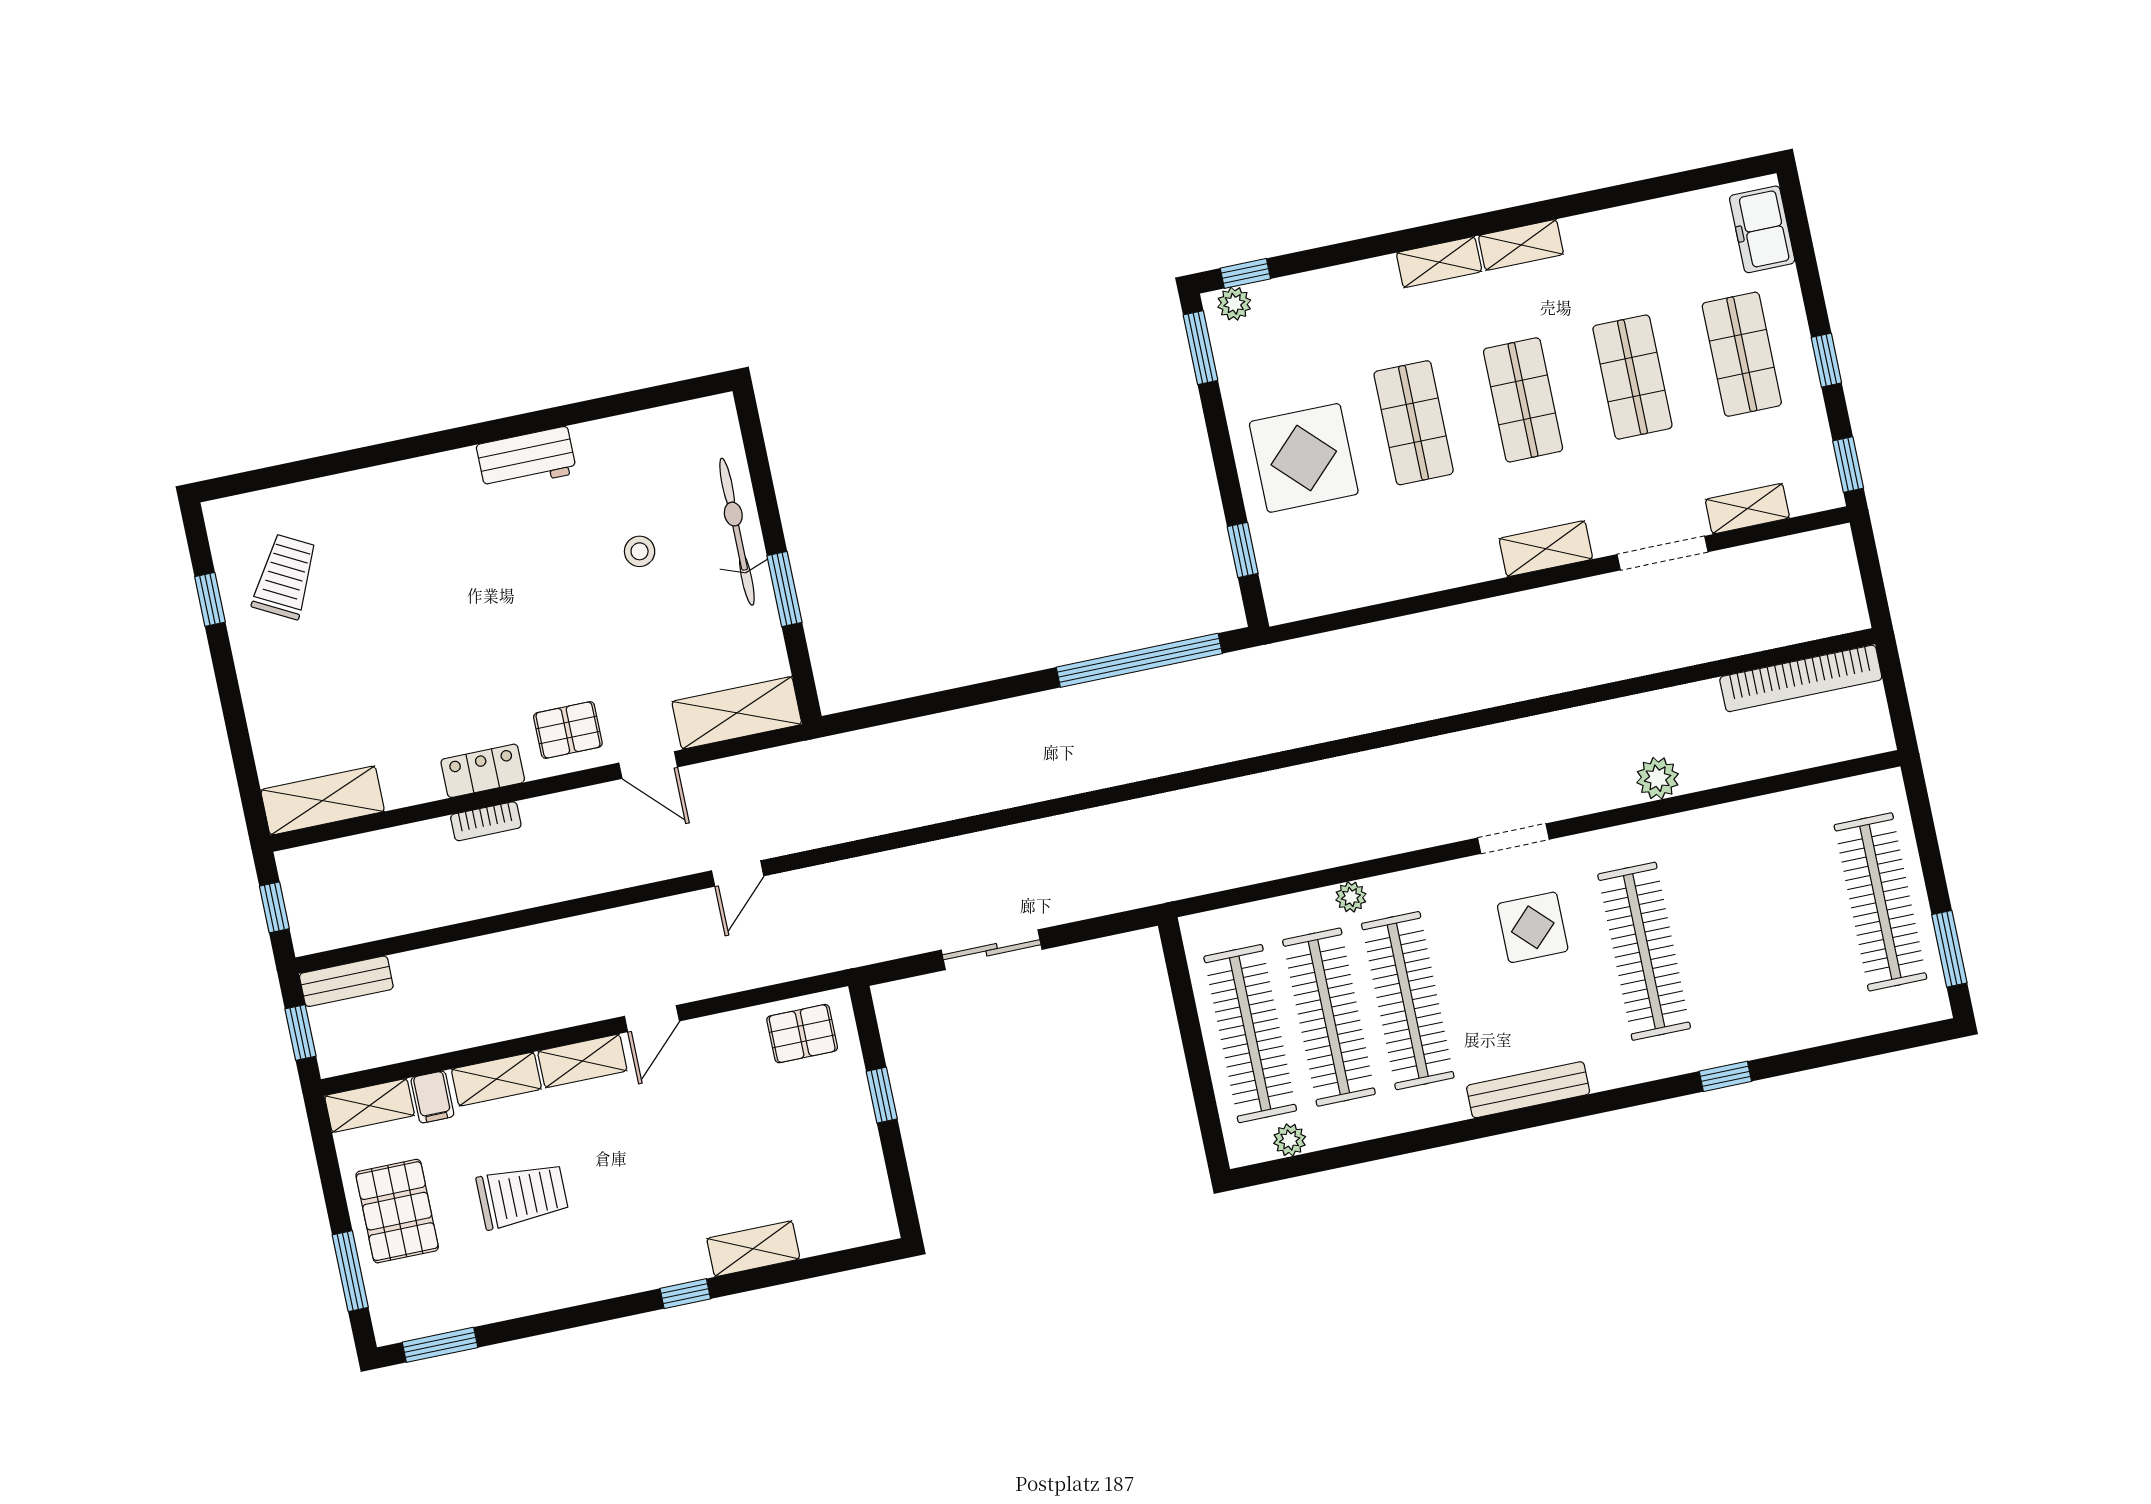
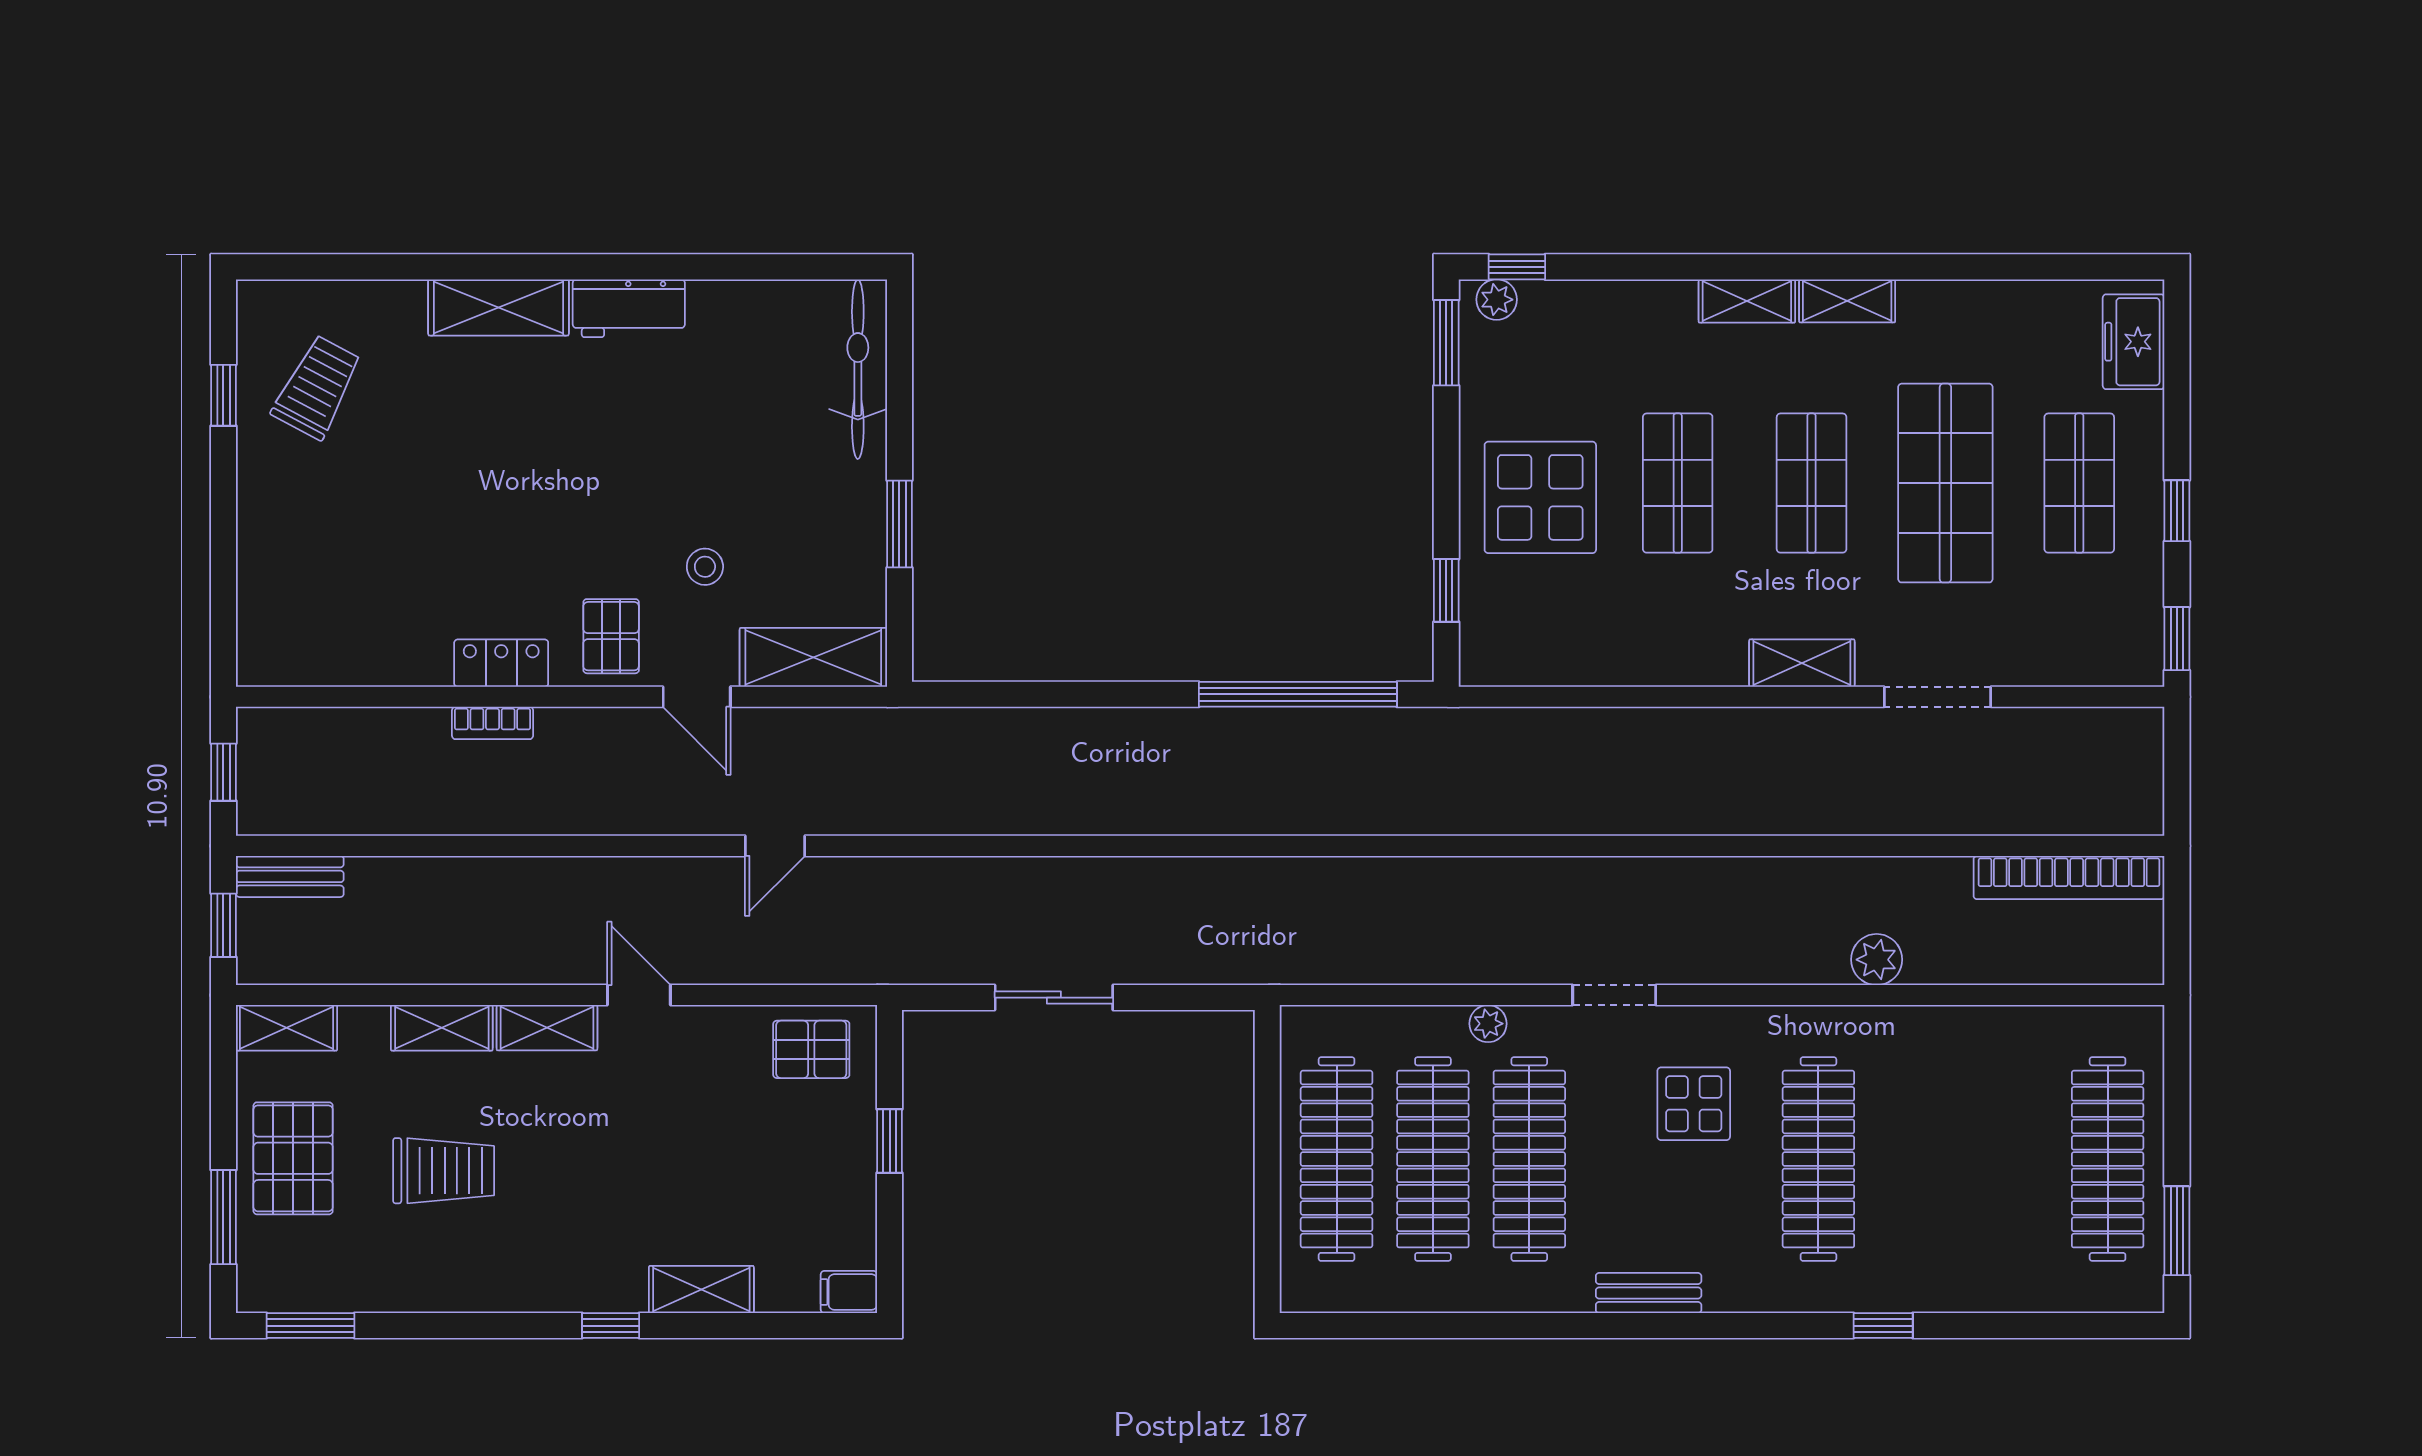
shop shelf: (1632, 377) -> (1945, 483), width x1.43, depth x1.36
shelving: (1747, 509) -> (2048, 665), removed
bicycle: (737, 532) -> (858, 369), moved
stool: (640, 551) -> (705, 567), moved
pallet: (568, 730) -> (611, 636), turned 90
shelving: (323, 801) -> (498, 307), moved
doorway: (1513, 839) -> (1614, 995), moved
door: (652, 1019) -> (639, 995), swing flipped
bench: (1528, 1090) -> (1649, 1293), width x0.73
filing cabinet: (432, 1097) -> (849, 1292), moved, turned 90
plant: (1290, 1140) -> (1357, 1293), removed

